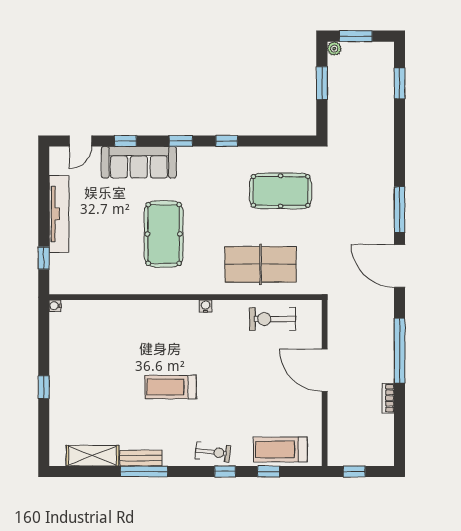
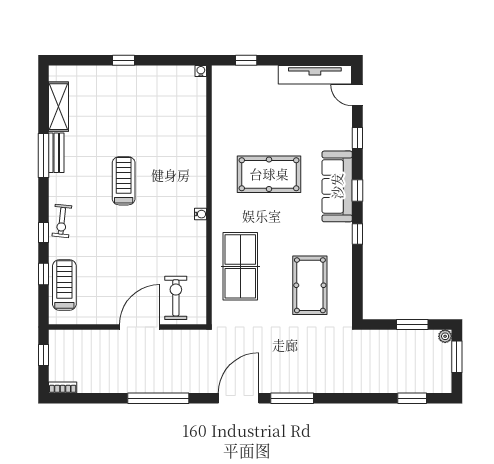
sofa: (139, 162) -> (337, 186), moved
tv unit: (59, 214) -> (315, 75), moved
exercise bike: (273, 319) -> (176, 298), moved
bookcase: (388, 398) -> (63, 387), moved

